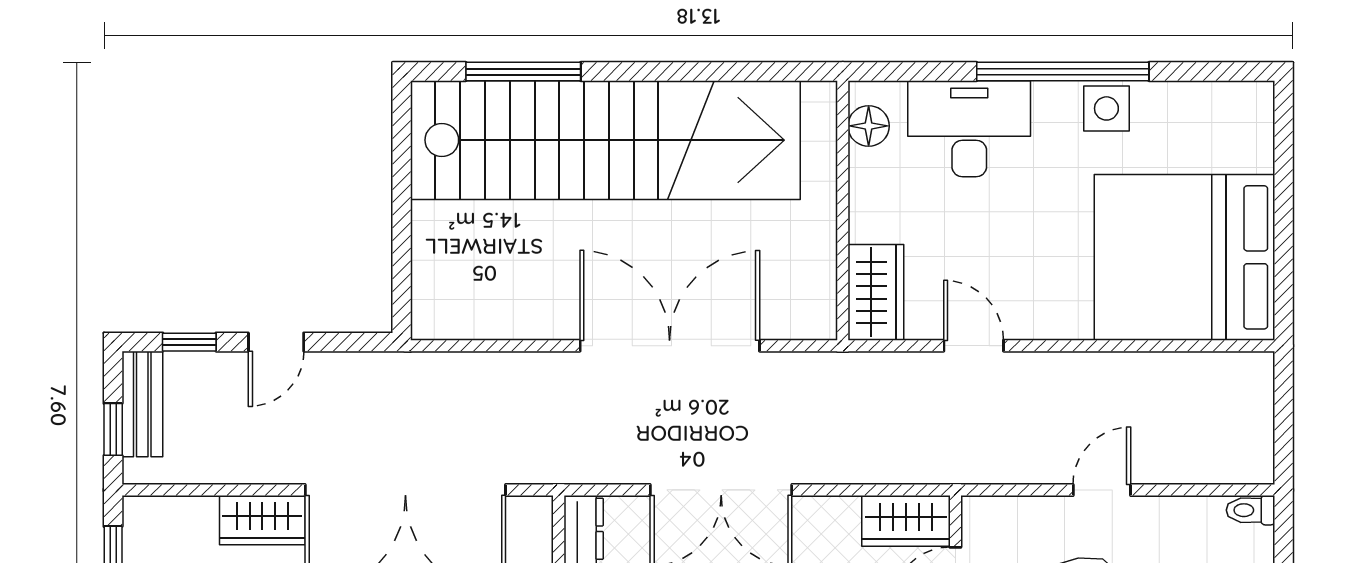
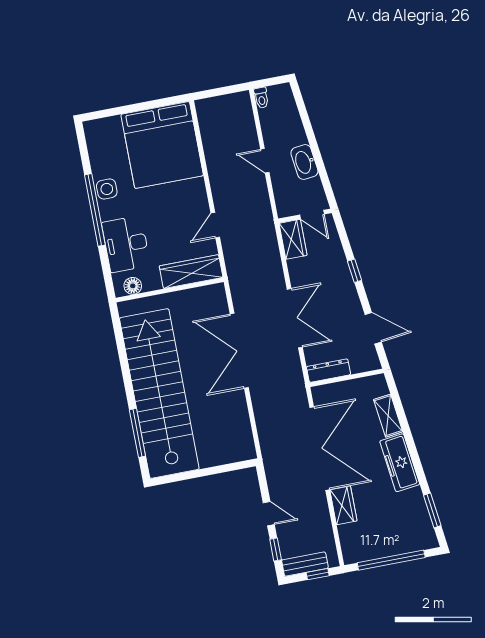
wardrobe: (876, 292) -> (191, 272), width x1.50

